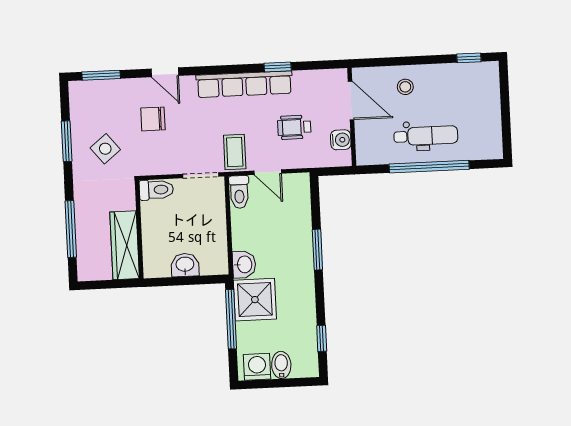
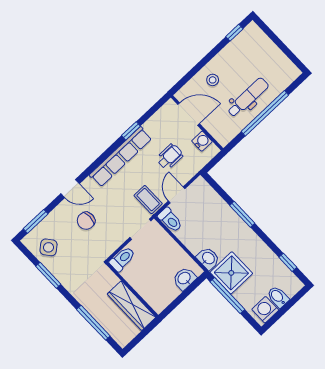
wheelchair: (294, 127) -> (170, 157), turned 180
side table: (105, 149) -> (49, 247), moved
door: (268, 172) -> (177, 195), swing flipped
washbasin: (185, 265) -> (184, 278), moved

